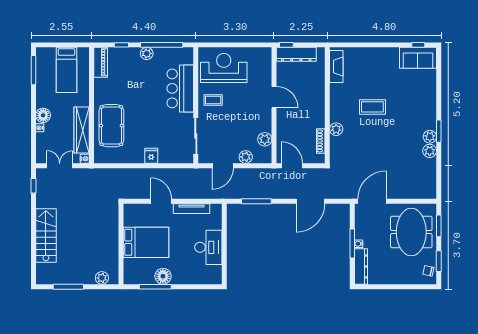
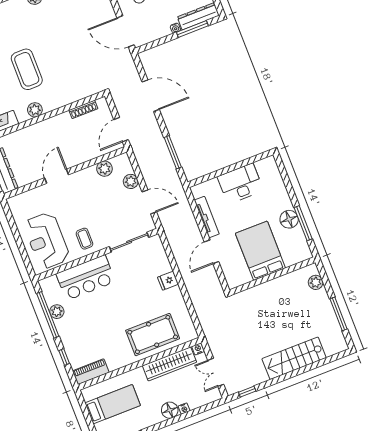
plant: (147, 53) -> (57, 312), moved
coffee table: (372, 107) -> (27, 69), width x1.36, depth x1.32
plant: (336, 129) -> (35, 110), moved
window: (352, 244) -> (192, 29), moved

